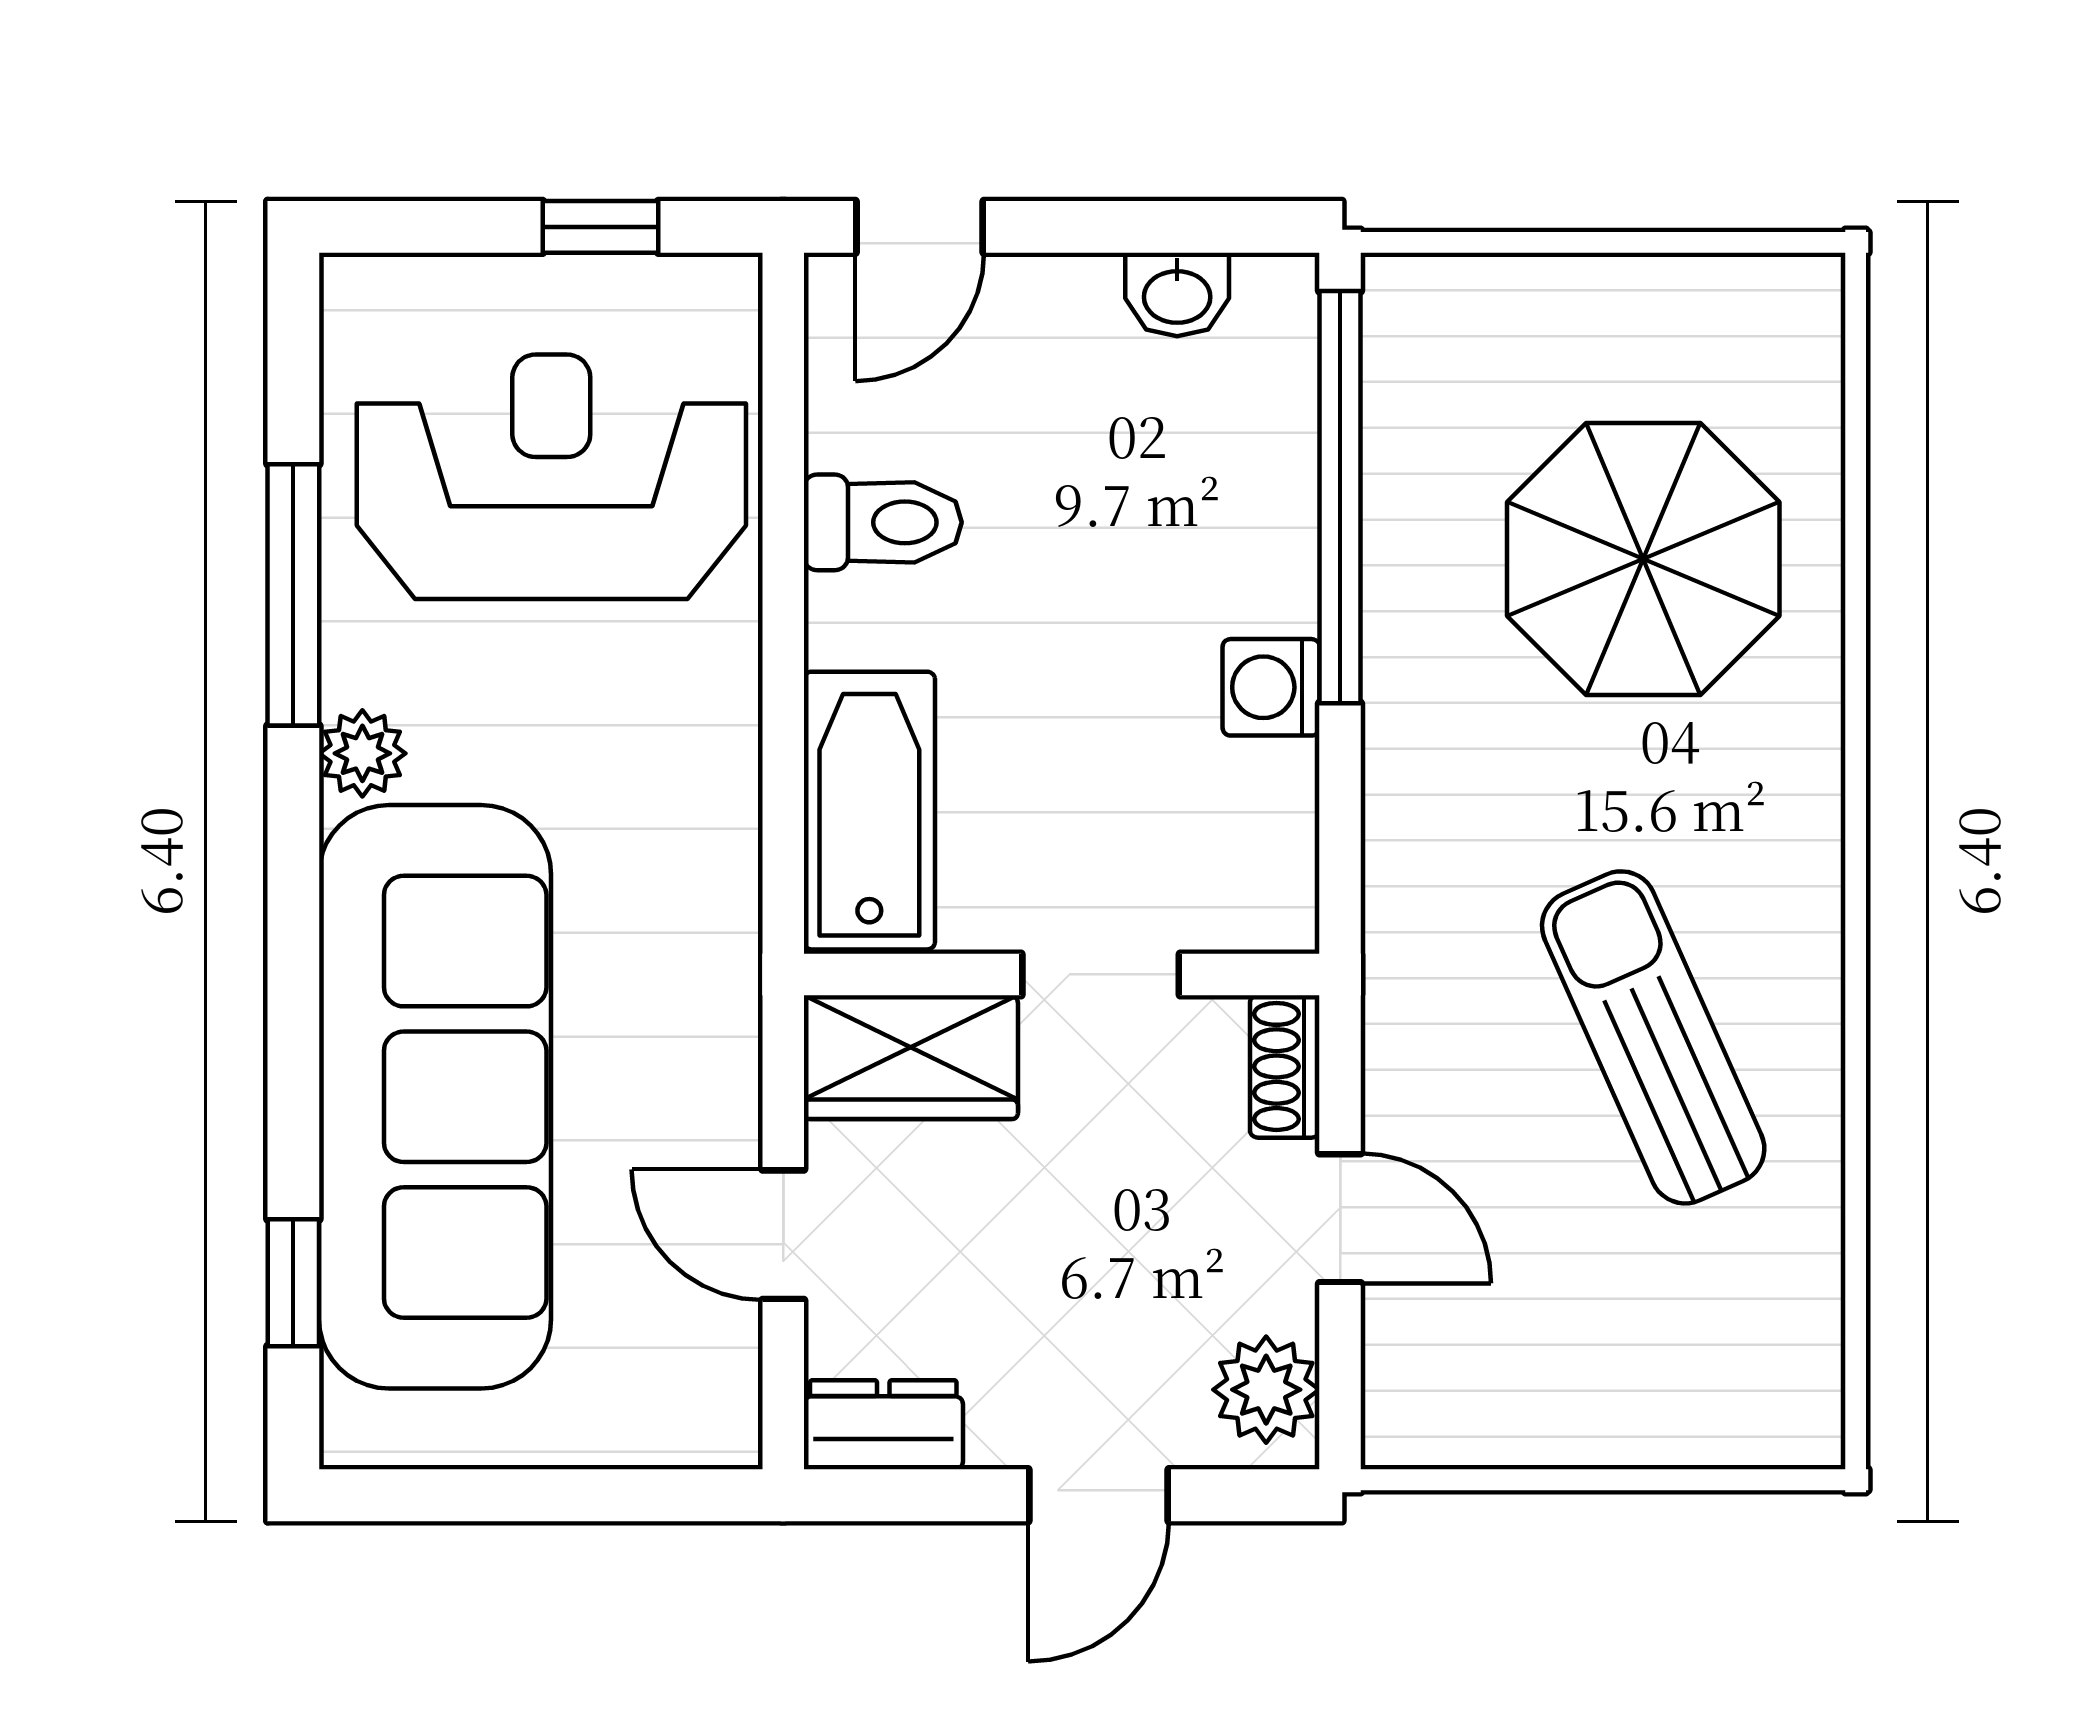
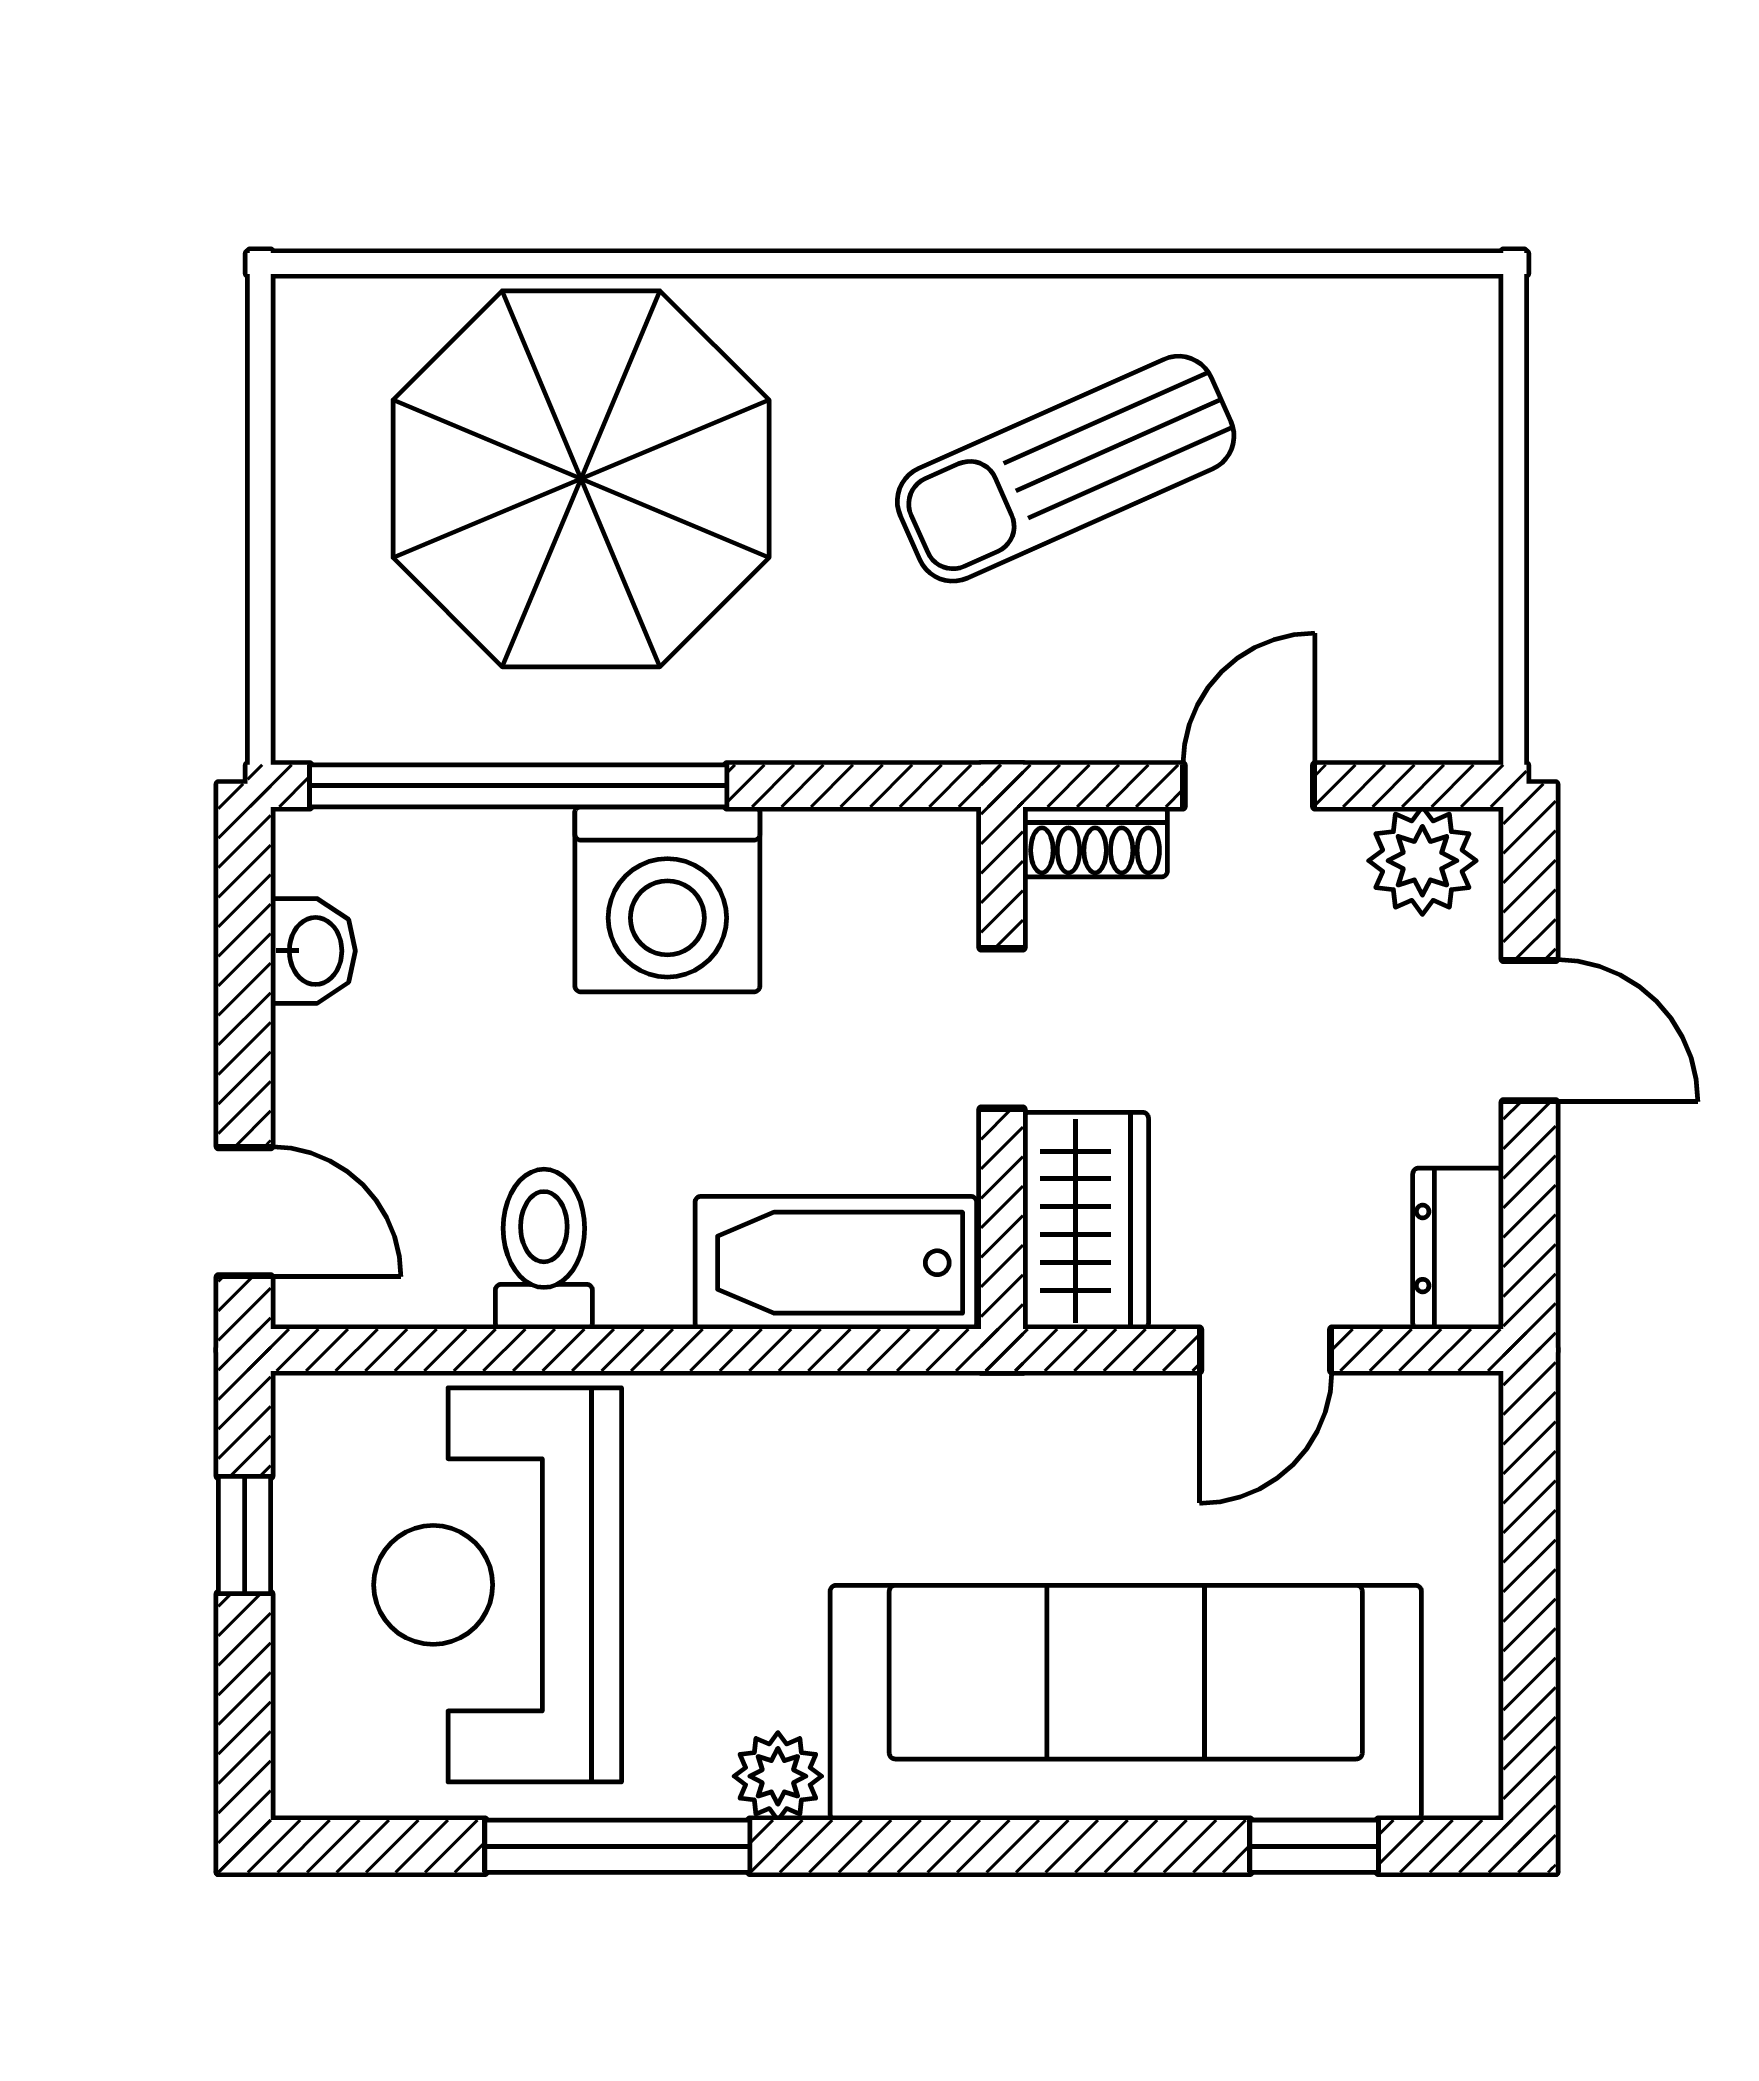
parasol: (1643, 559) -> (581, 479), width x1.36, depth x1.36
washing machine: (1271, 687) -> (667, 899), width x1.89, depth x1.89

